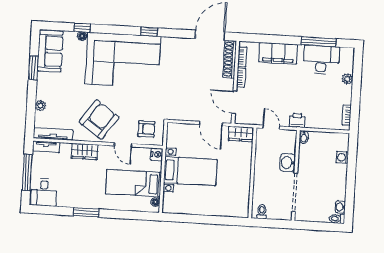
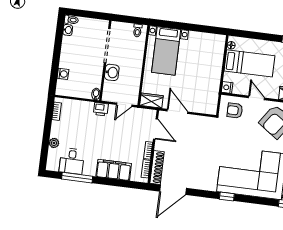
desk: (321, 60) -> (72, 161), width x0.73
door: (271, 127) -> (124, 105), hinge flipped
bed with nightstands: (190, 171) -> (166, 51), moved, turned -90

